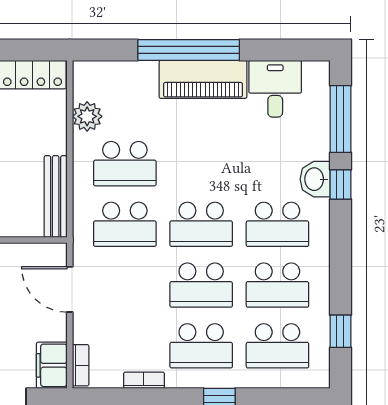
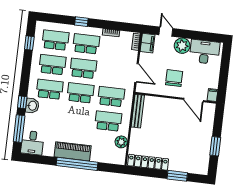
desk: (275, 89) -> (32, 143), moved

